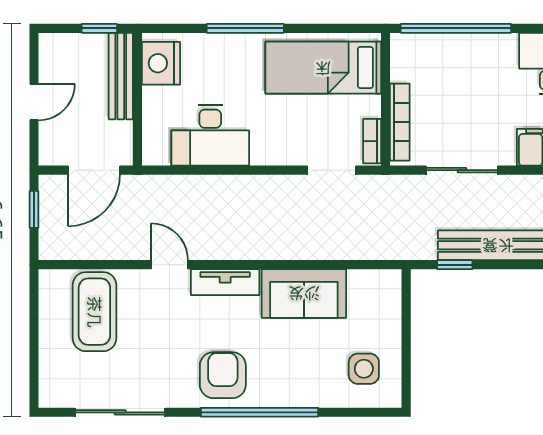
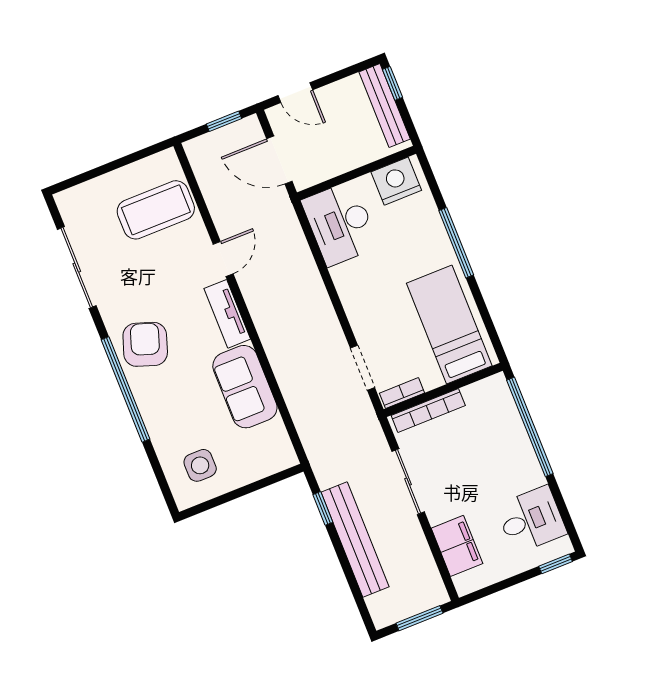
window: (99, 28) -> (392, 83), moved
bench: (121, 76) -> (385, 105), moved, turned 90
door: (34, 102) -> (295, 93), moved
desk: (210, 135) -> (340, 223), moved
armchair: (223, 375) -> (145, 344), turned -71

